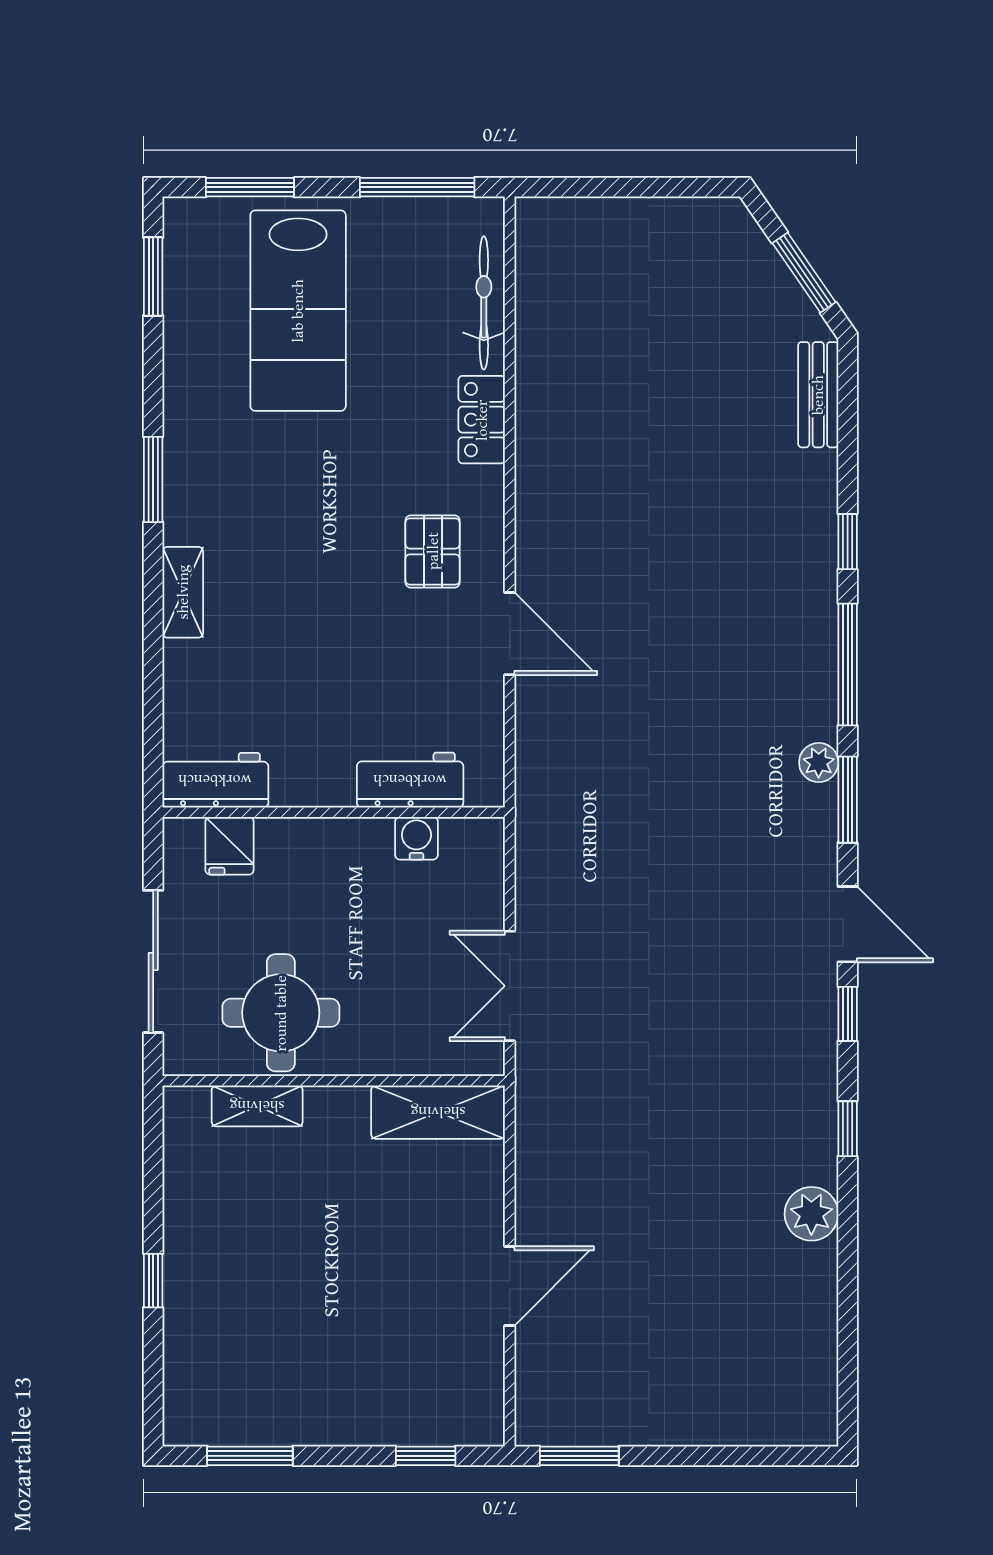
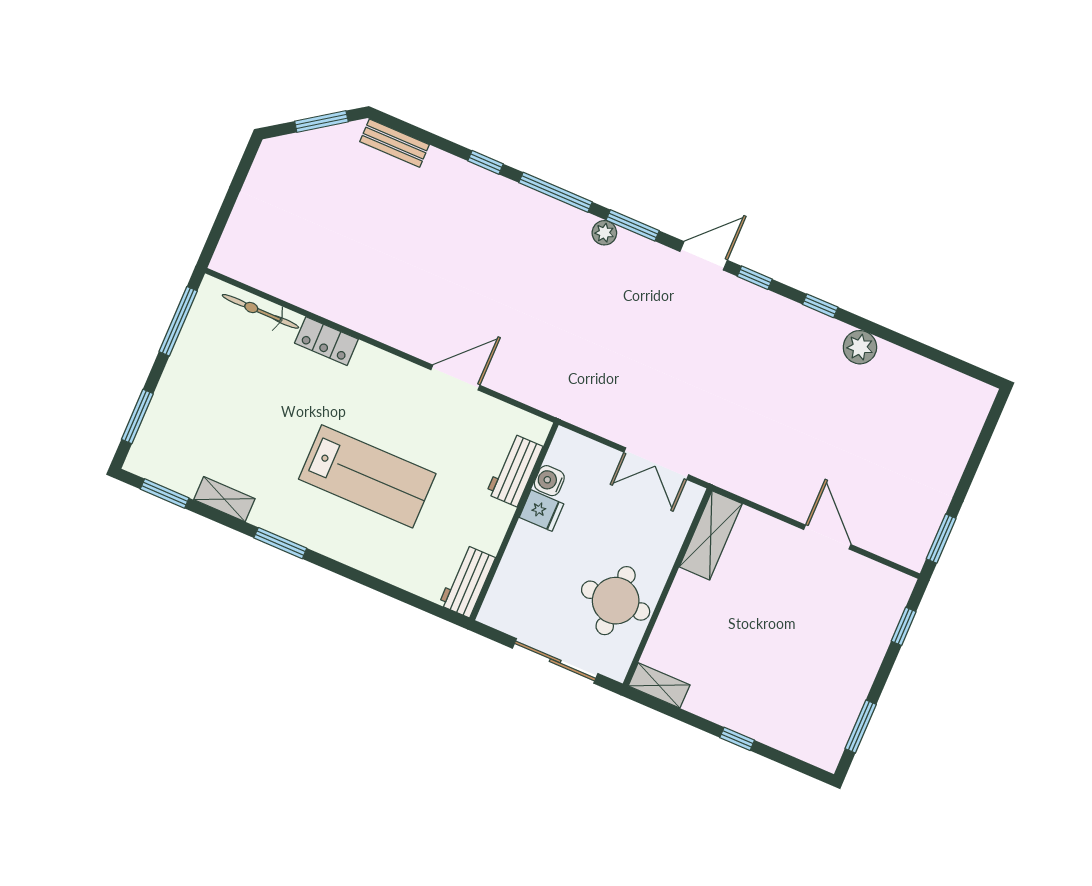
lab bench: (298, 311) -> (367, 476), moved
pallet: (433, 551) -> (390, 401), removed
shelving: (183, 592) -> (224, 499), moved
fridge: (230, 846) -> (541, 511), moved
shelving: (257, 1106) -> (659, 685), moved, turned 90

